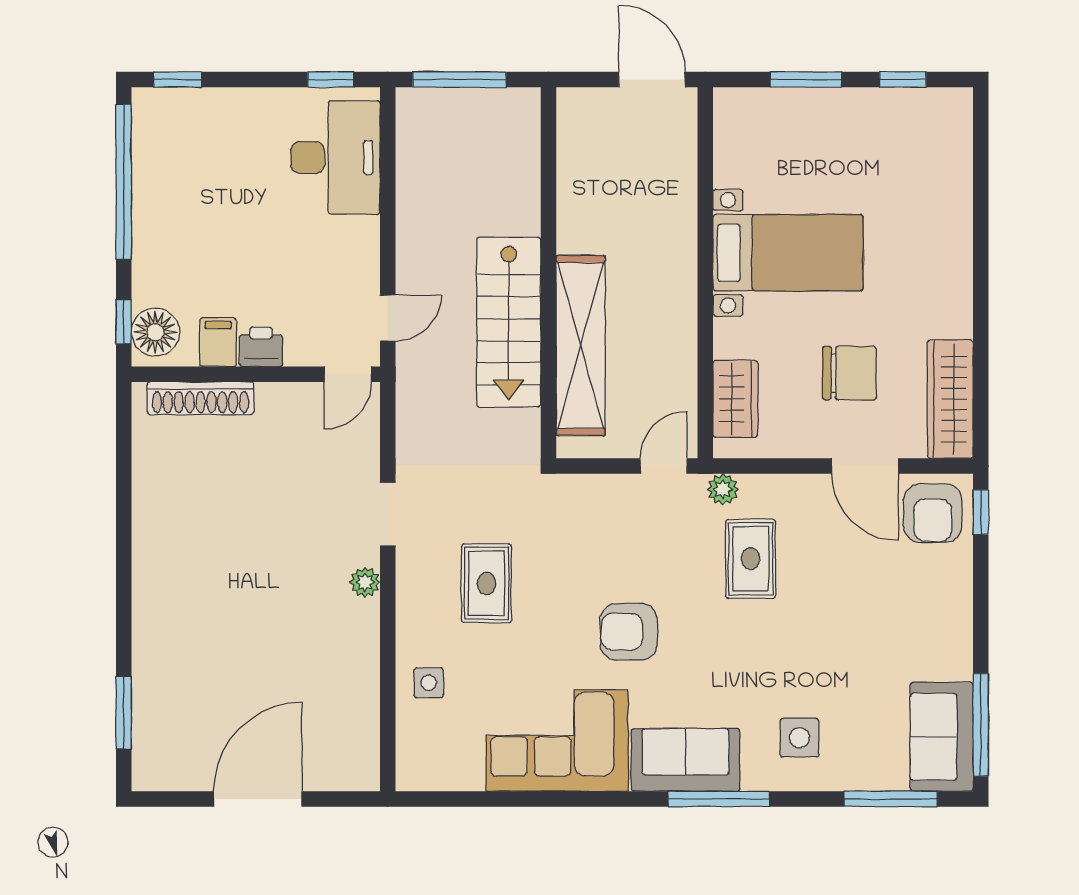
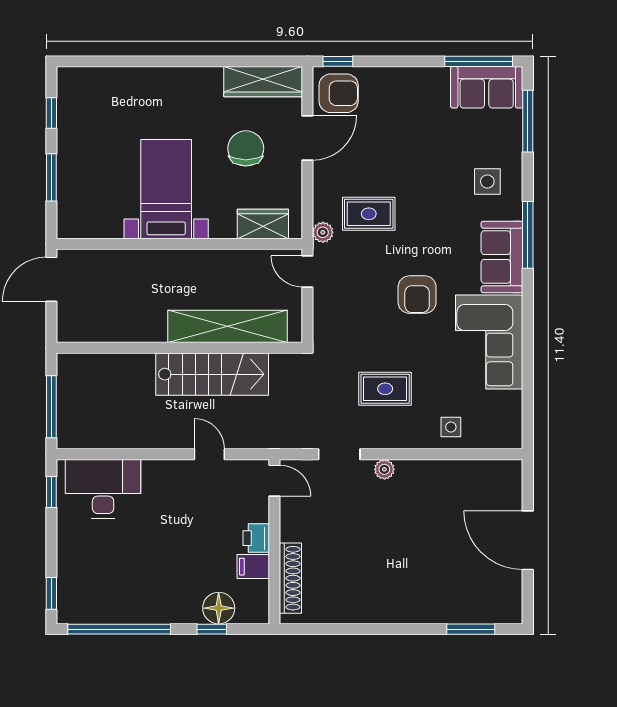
filing cabinet: (218, 342) -> (253, 567), moved
printer: (261, 347) -> (256, 538), moved
wall: (256, 374) -> (274, 542), moved
door: (348, 374) -> (274, 481), moved
shoe rack: (201, 398) -> (290, 578), moved

